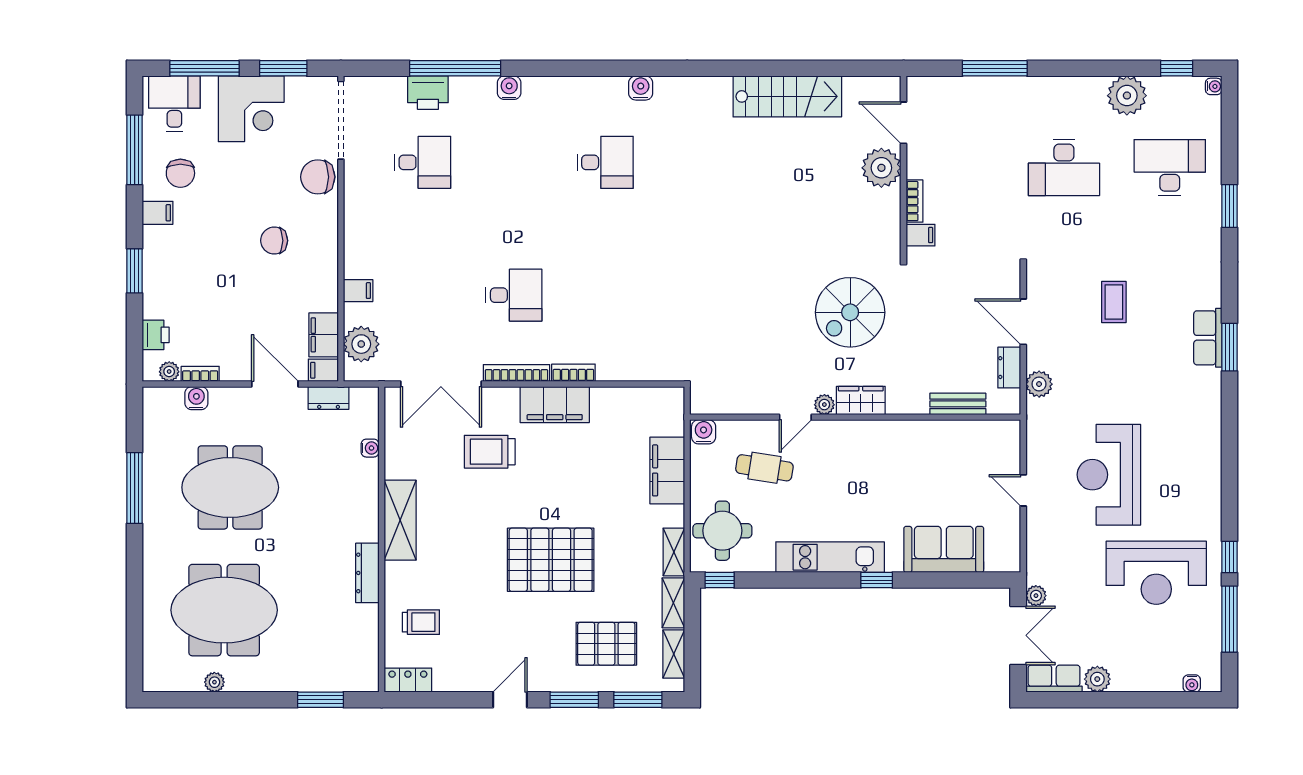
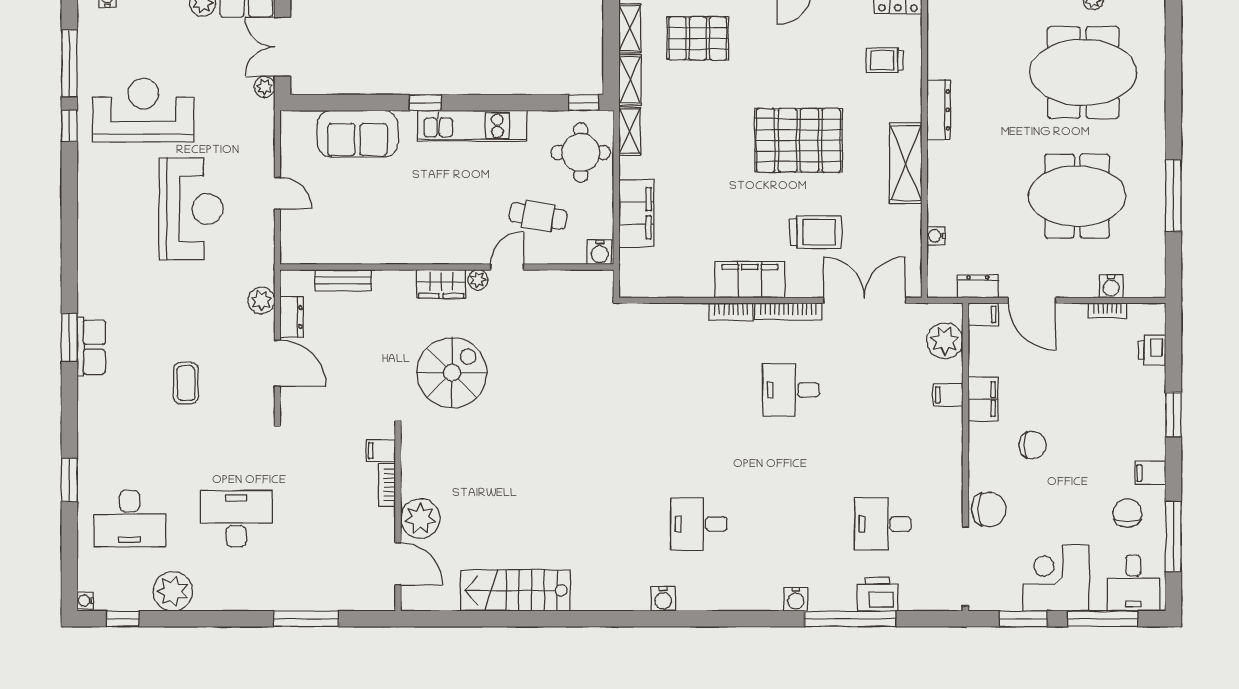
filing cabinet: (324, 335) -> (983, 399), moved
plant: (169, 372) -> (1139, 313), removed
pallet: (551, 560) -> (798, 140), moved

